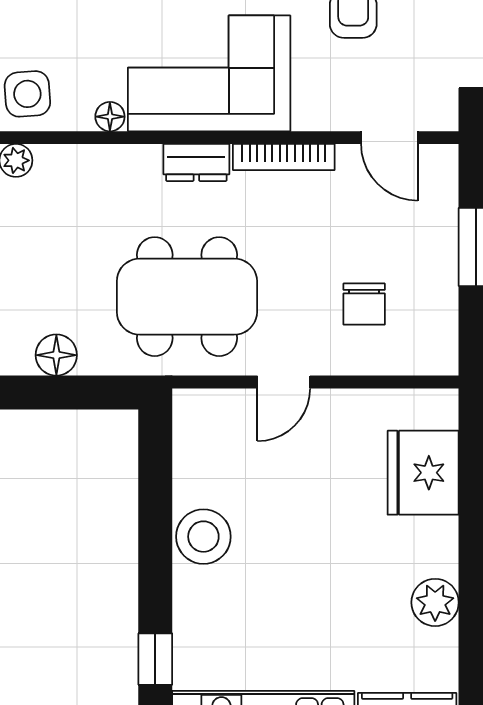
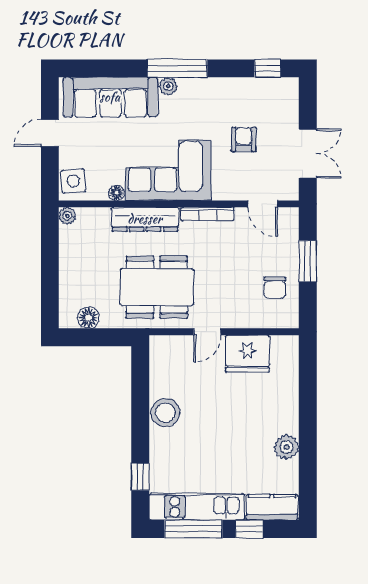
dresser: (196, 162) -> (145, 219), width x1.96, depth x1.24
chair: (364, 304) -> (275, 287), moved
fridge: (423, 473) -> (247, 354), moved, turned -90

